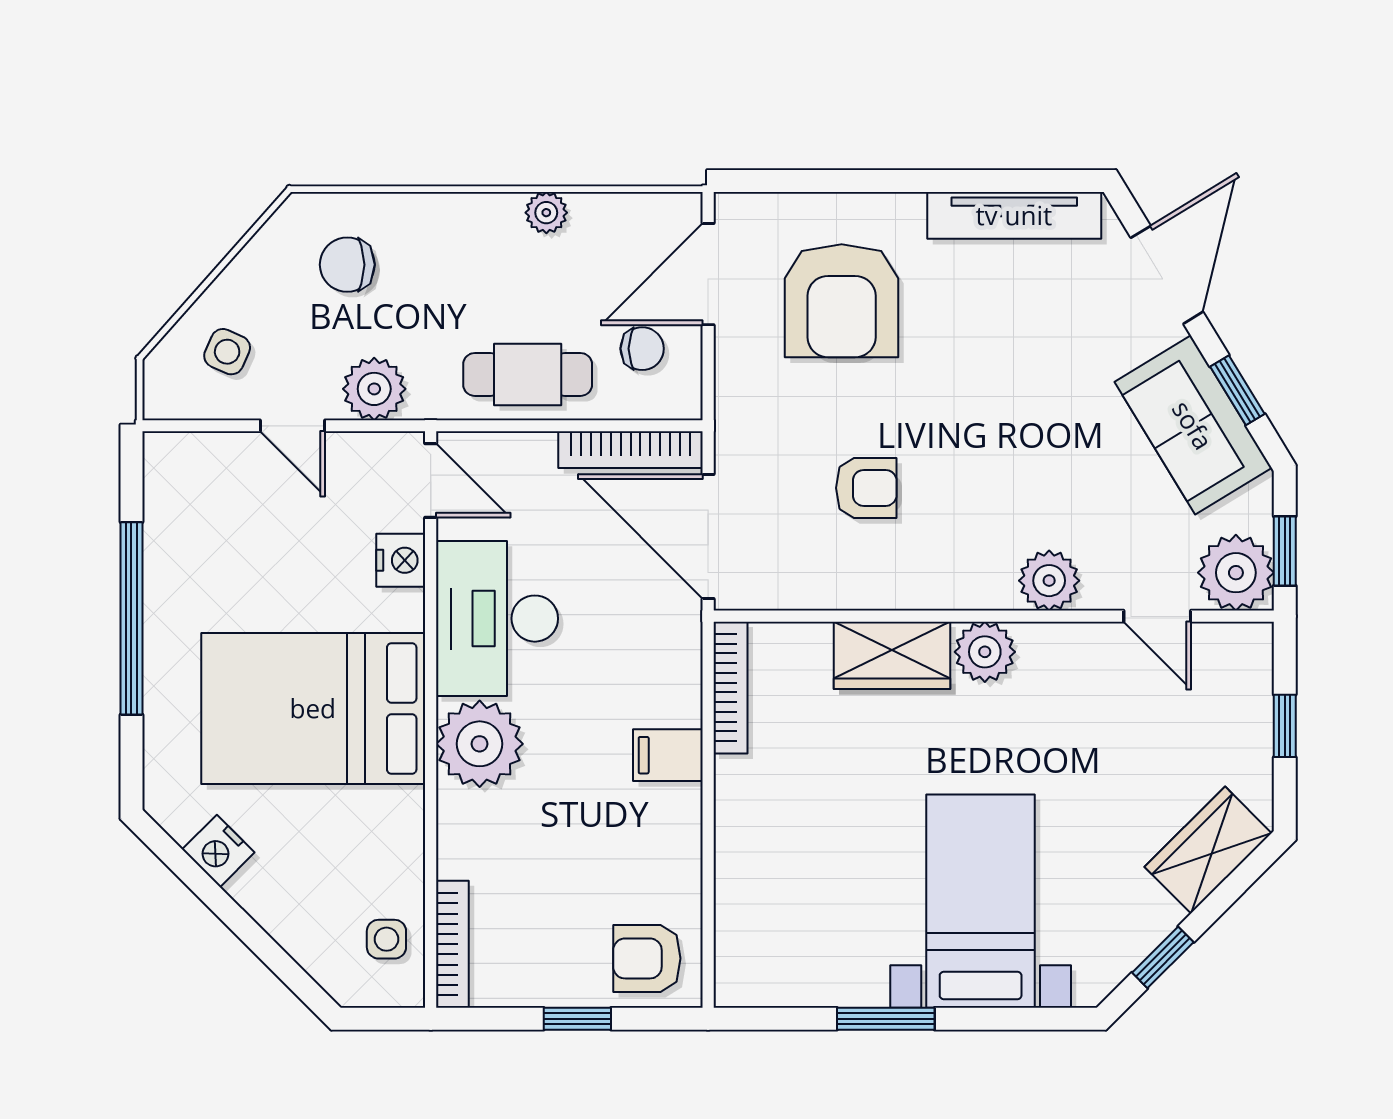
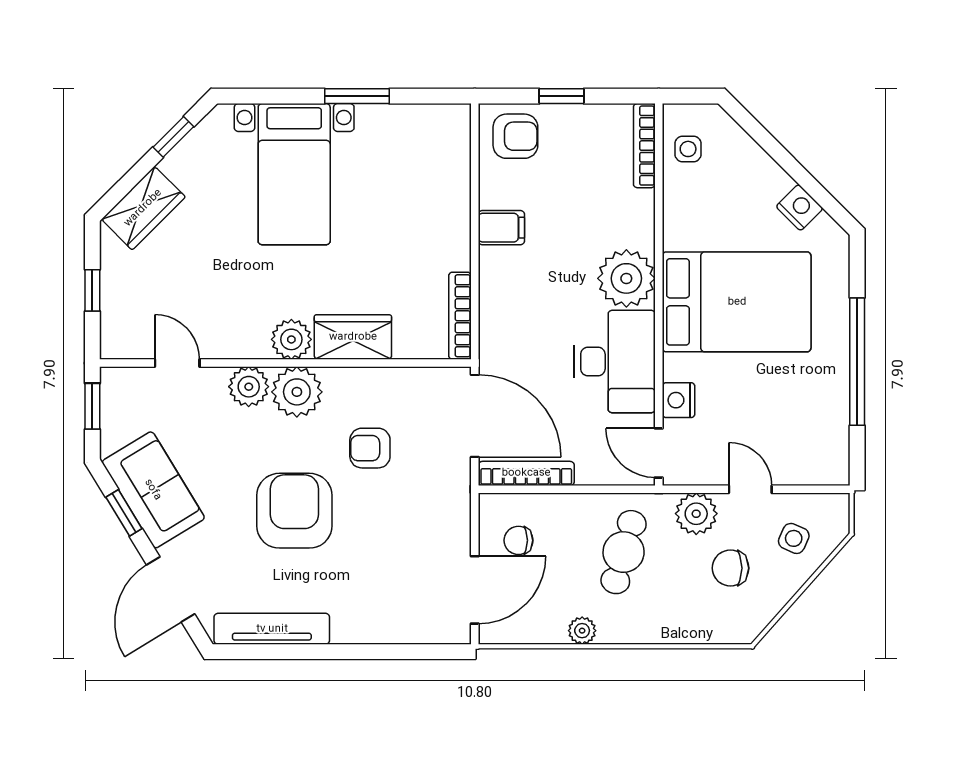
chair: (347, 265) -> (731, 568), moved, turned 180
armchair: (842, 301) -> (294, 511), moved
cafe table: (528, 374) -> (624, 552), moved, turned -74
plant: (1236, 573) -> (297, 392), moved
filing cabinet: (668, 755) -> (501, 228), moved

